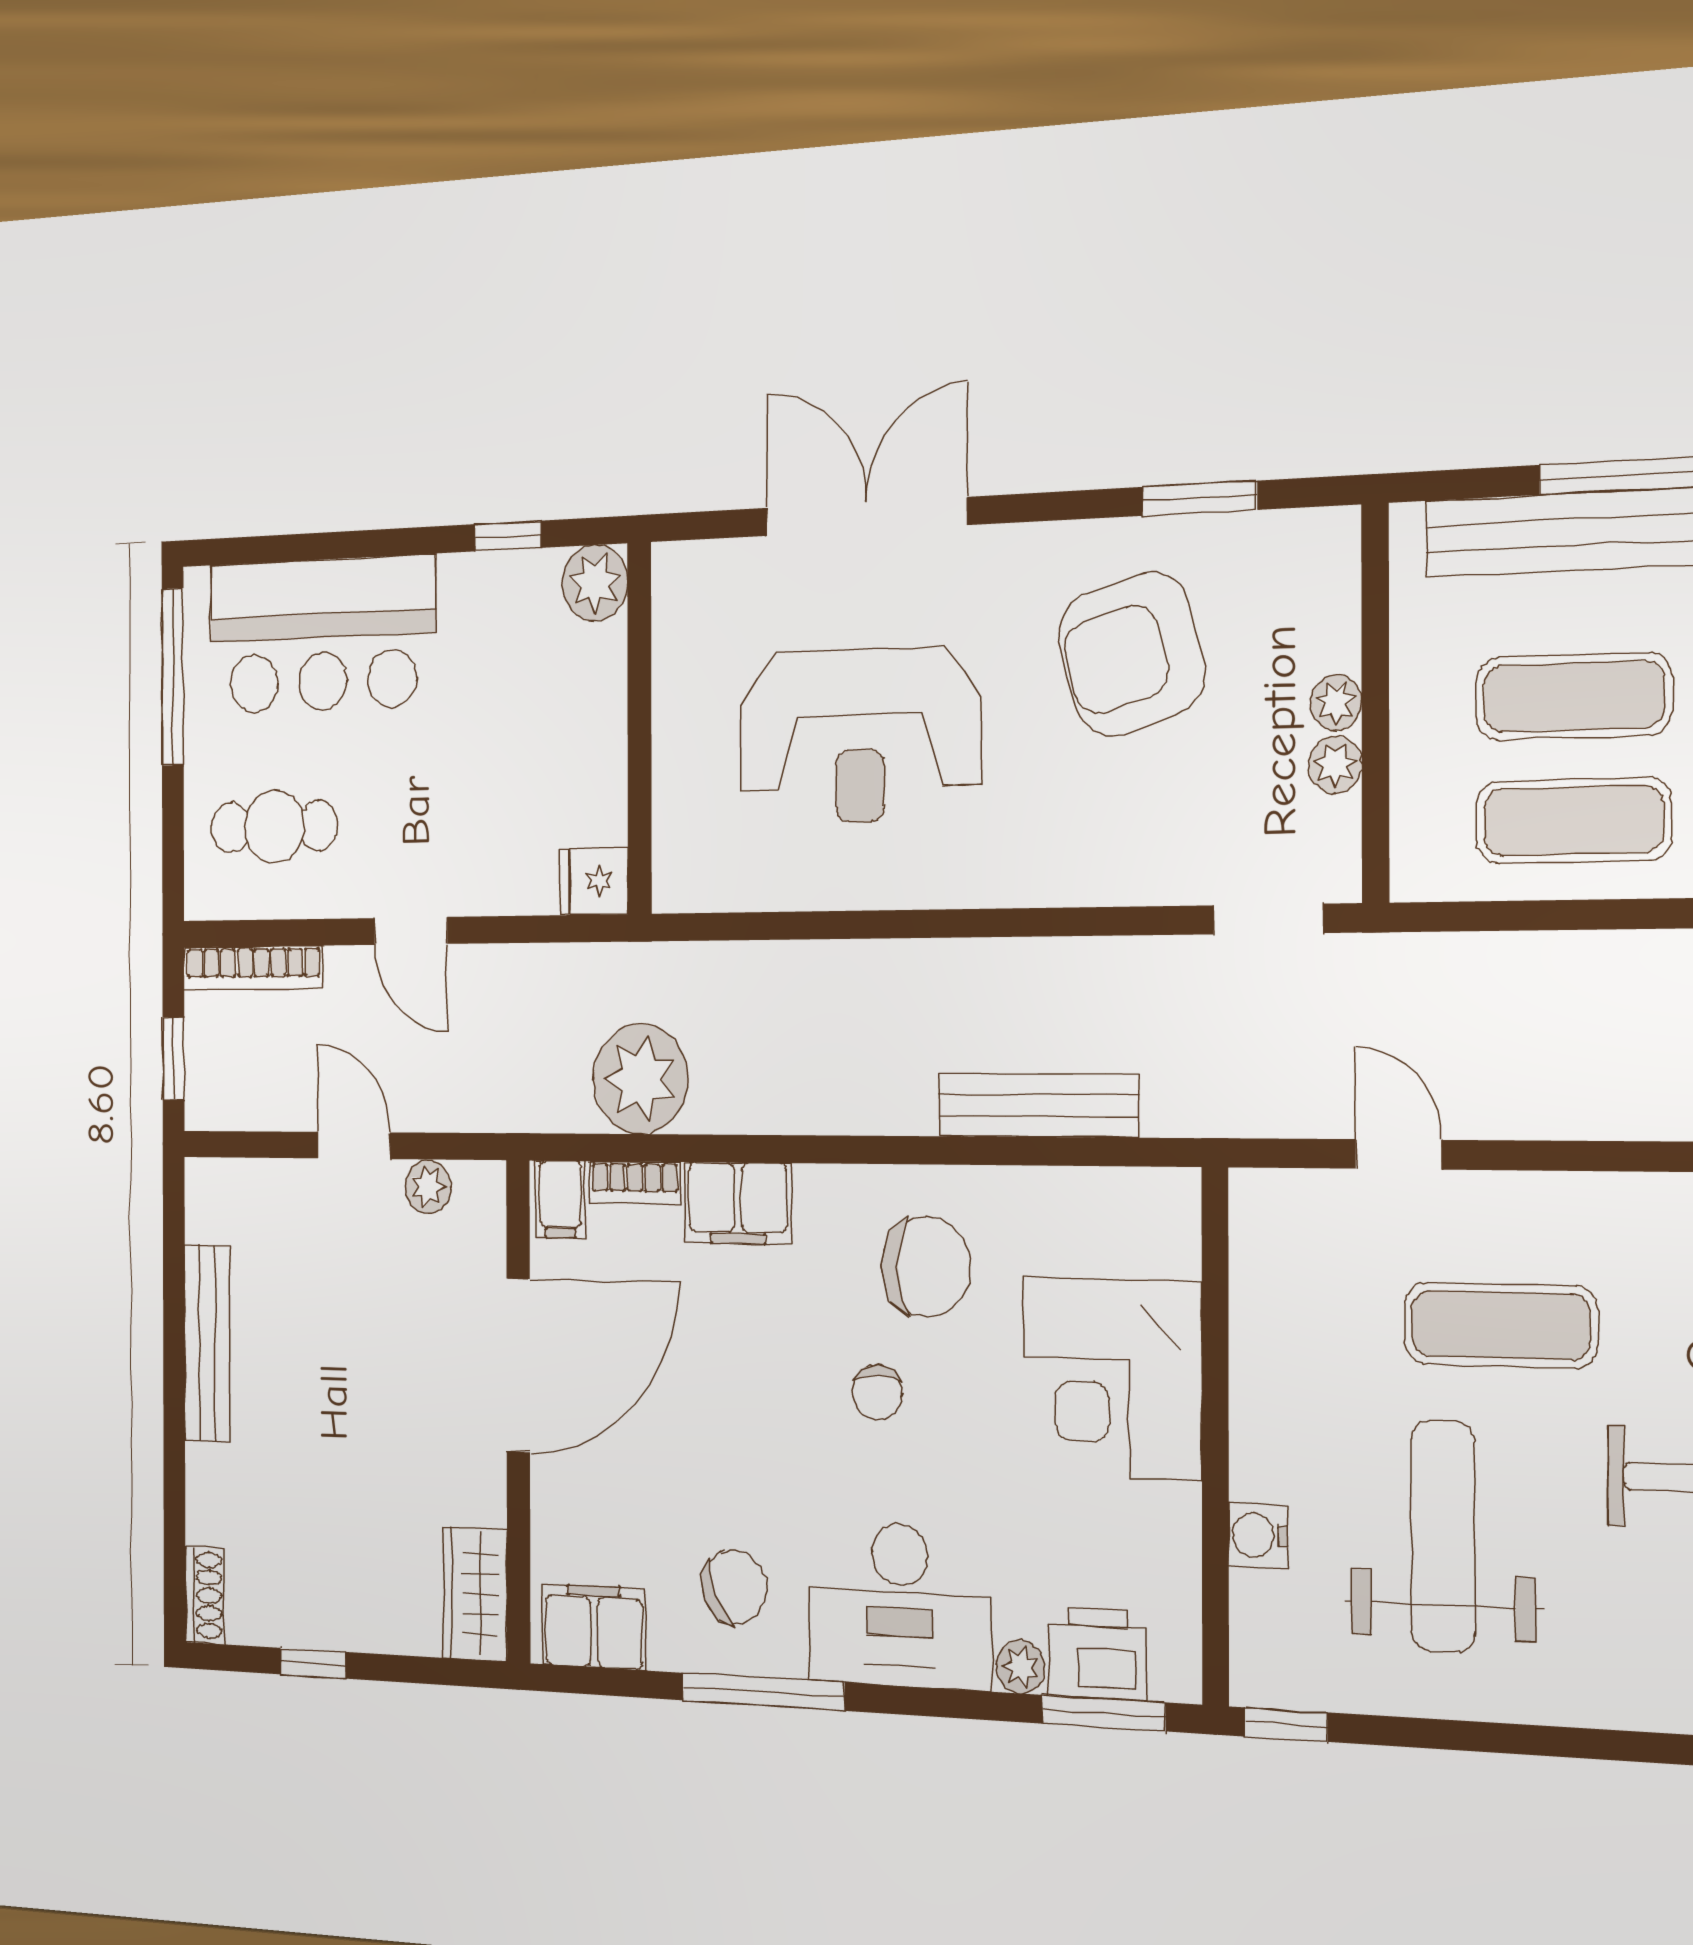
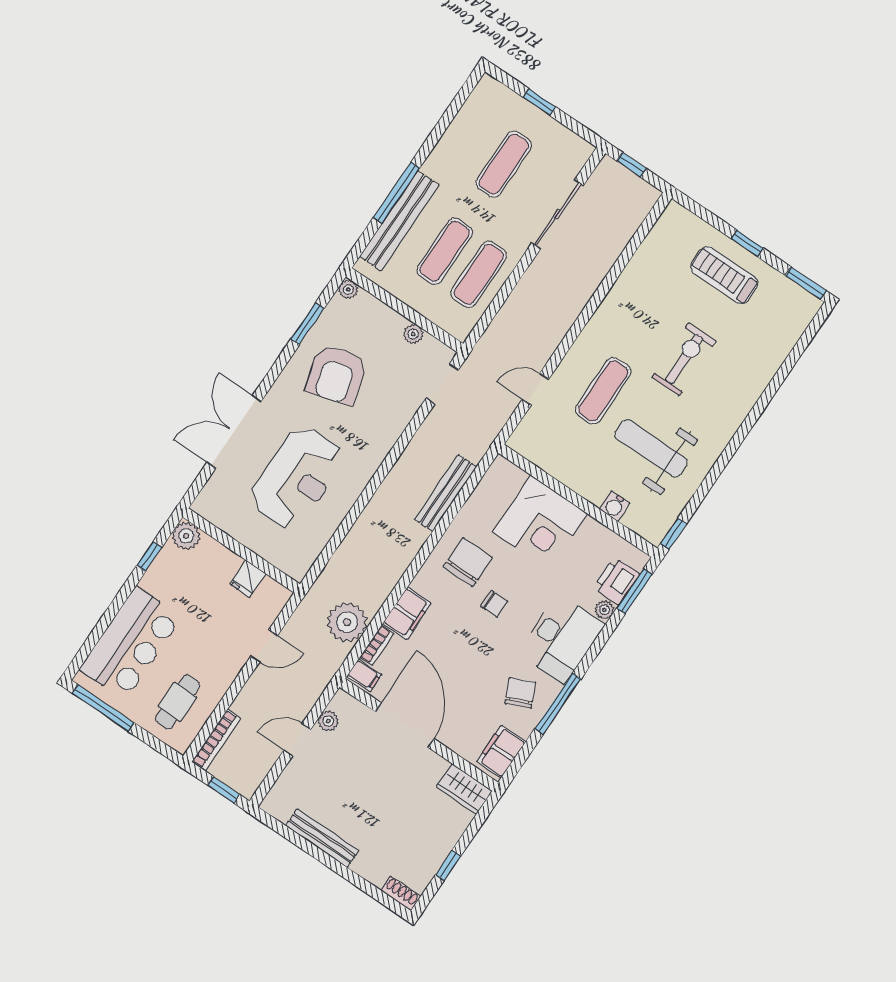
plant: (1336, 703) -> (348, 290), moved
fridge: (594, 881) -> (248, 579), moved
door: (411, 931) -> (264, 646), moved

